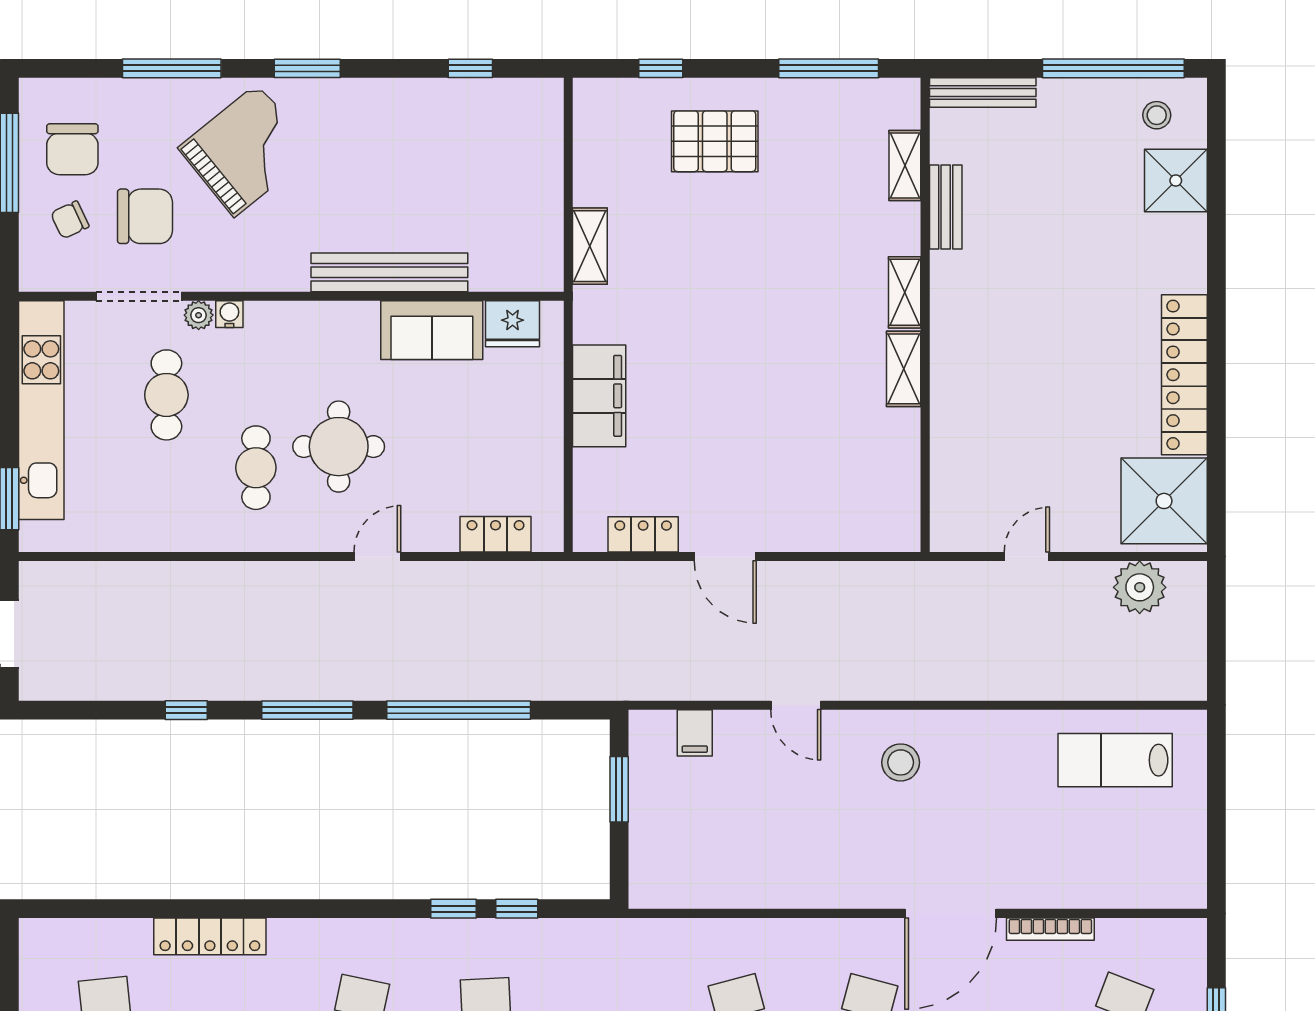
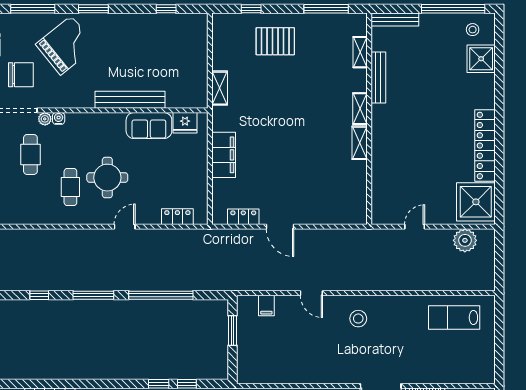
bench: (946, 207) -> (378, 77), width x1.36

